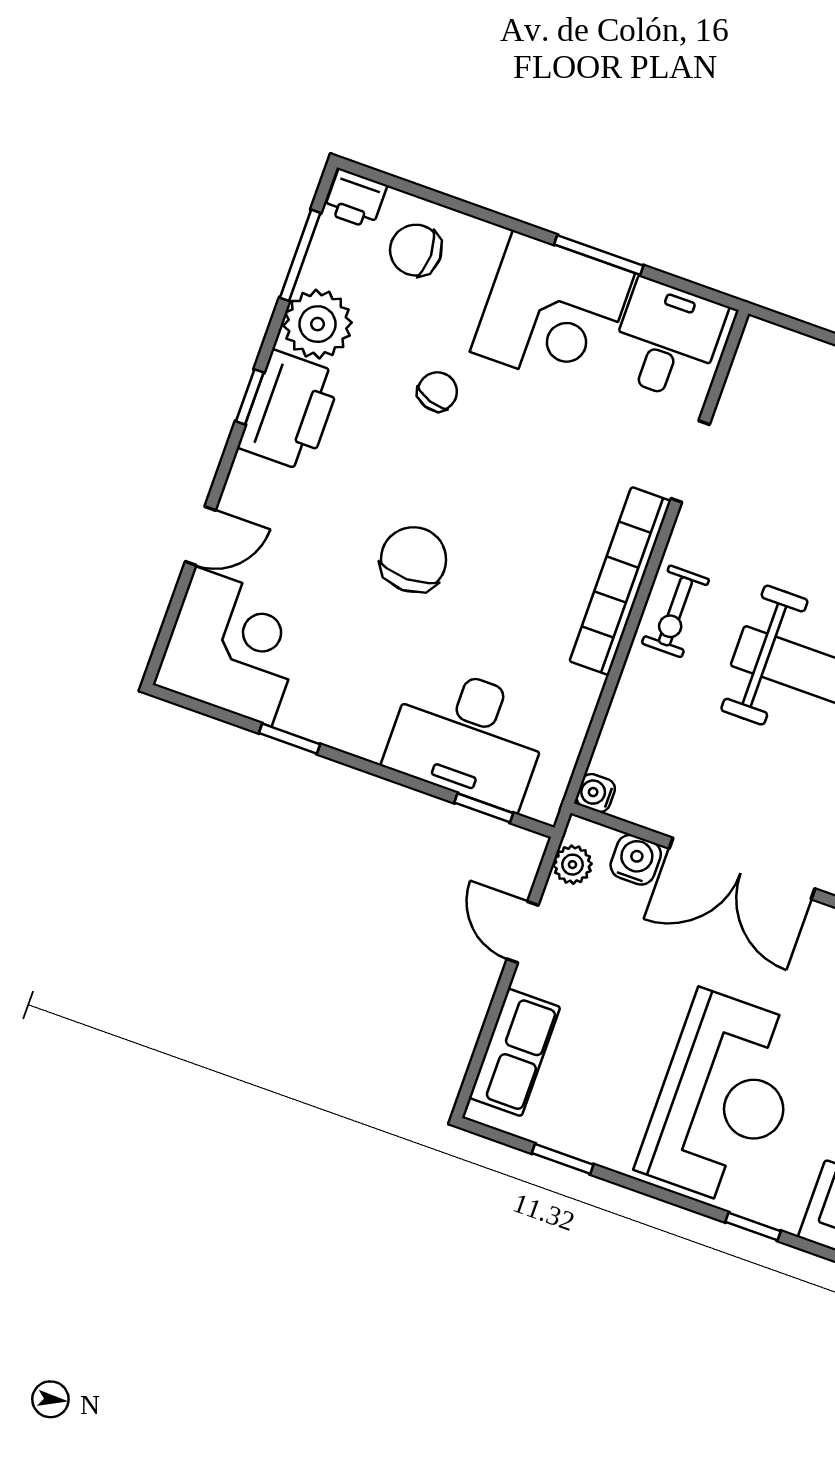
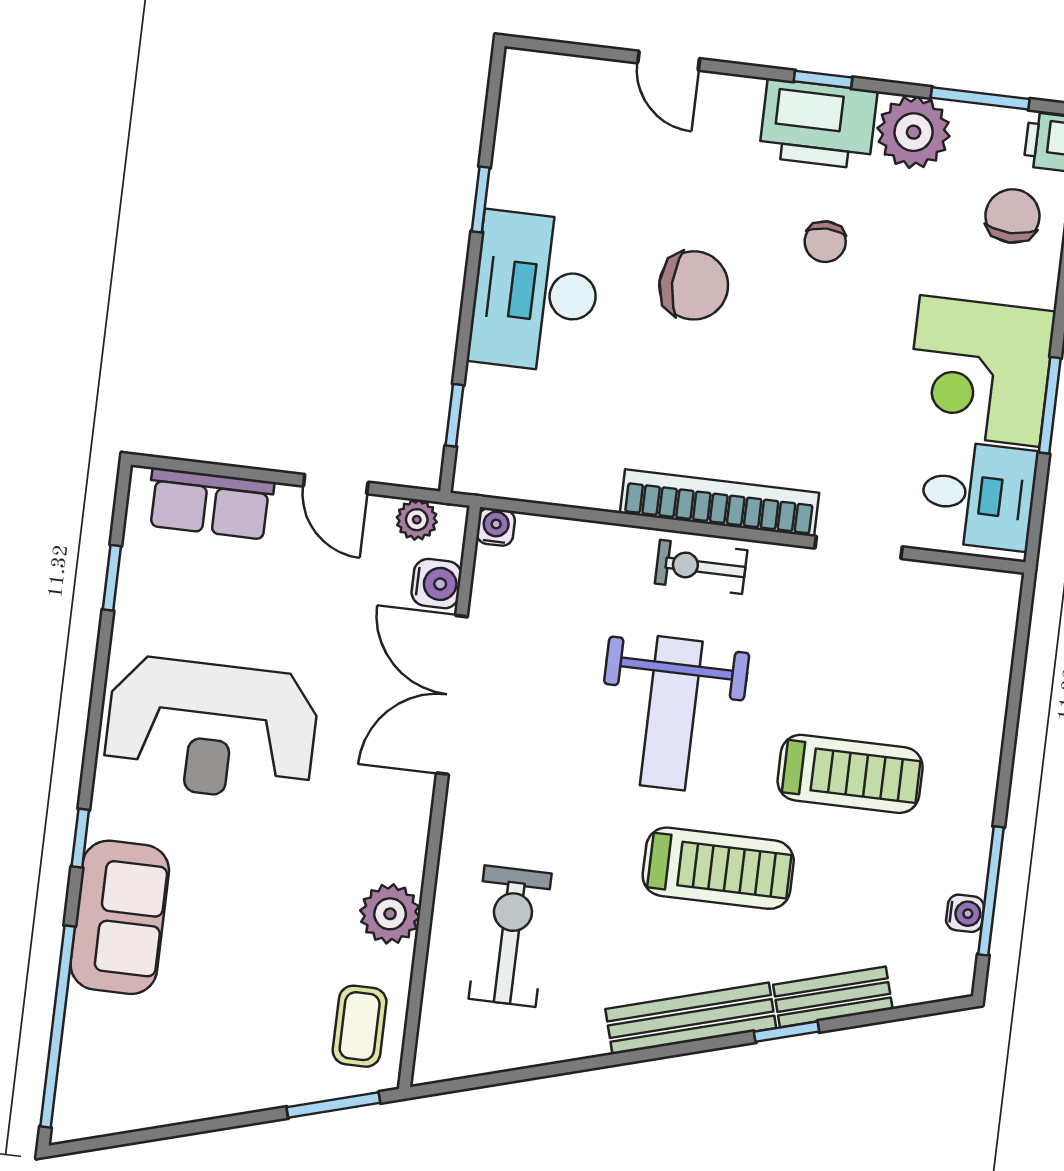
chair: (437, 392) -> (825, 242), moved, turned 72
corner desk: (233, 646) -> (562, 120), removed
desk: (468, 736) -> (535, 292), moved
door: (523, 932) -> (336, 484), swing flipped
window: (753, 1227) -> (80, 838), moved

